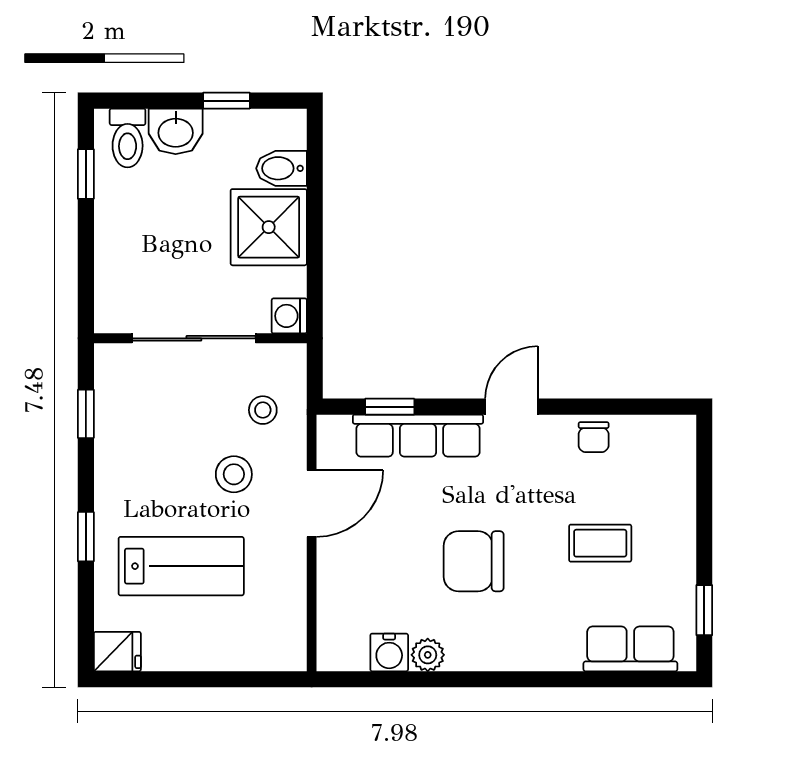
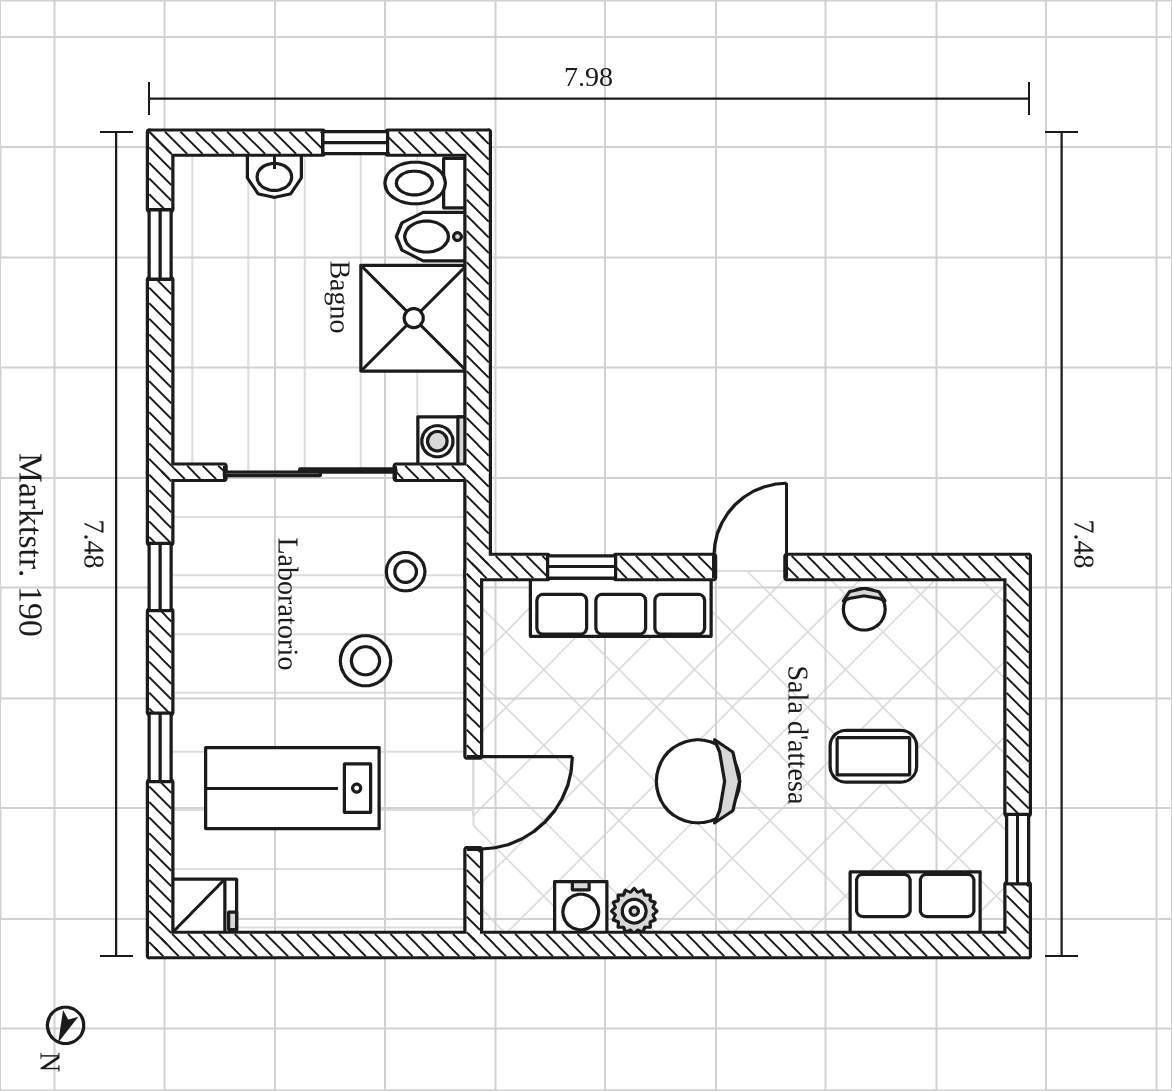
washbasin: (176, 131) -> (274, 176), width x0.72, depth x0.69
toilet: (128, 138) -> (426, 183), moved, turned 90
door: (312, 503) -> (473, 803), moved
lab bench: (181, 566) -> (292, 788), turned 180

